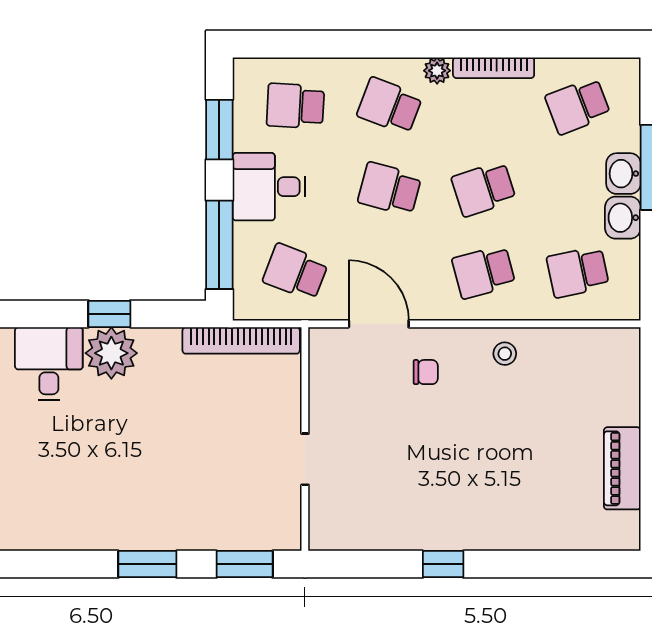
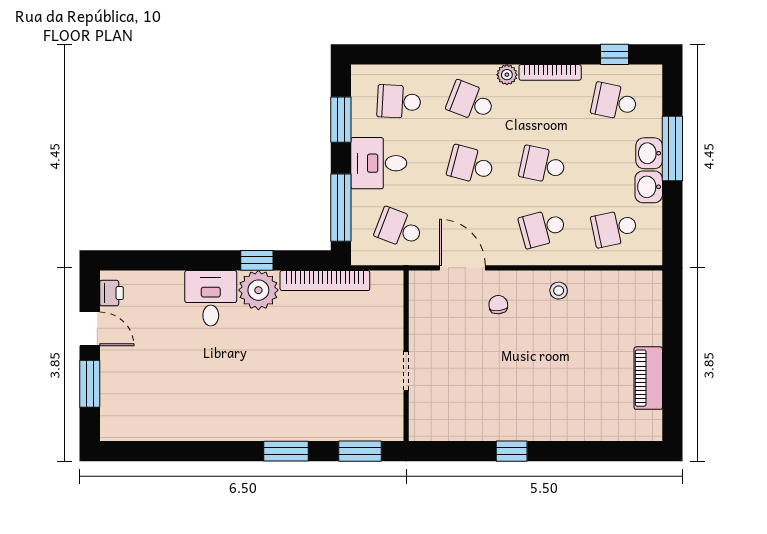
window: (578, 44) -> (615, 54), added
school desk: (578, 106) -> (614, 102), turned 33
school desk: (484, 189) -> (543, 165), turned 30
bookcase: (241, 340) -> (325, 281), moved
chair: (426, 372) -> (498, 305), turned -95

